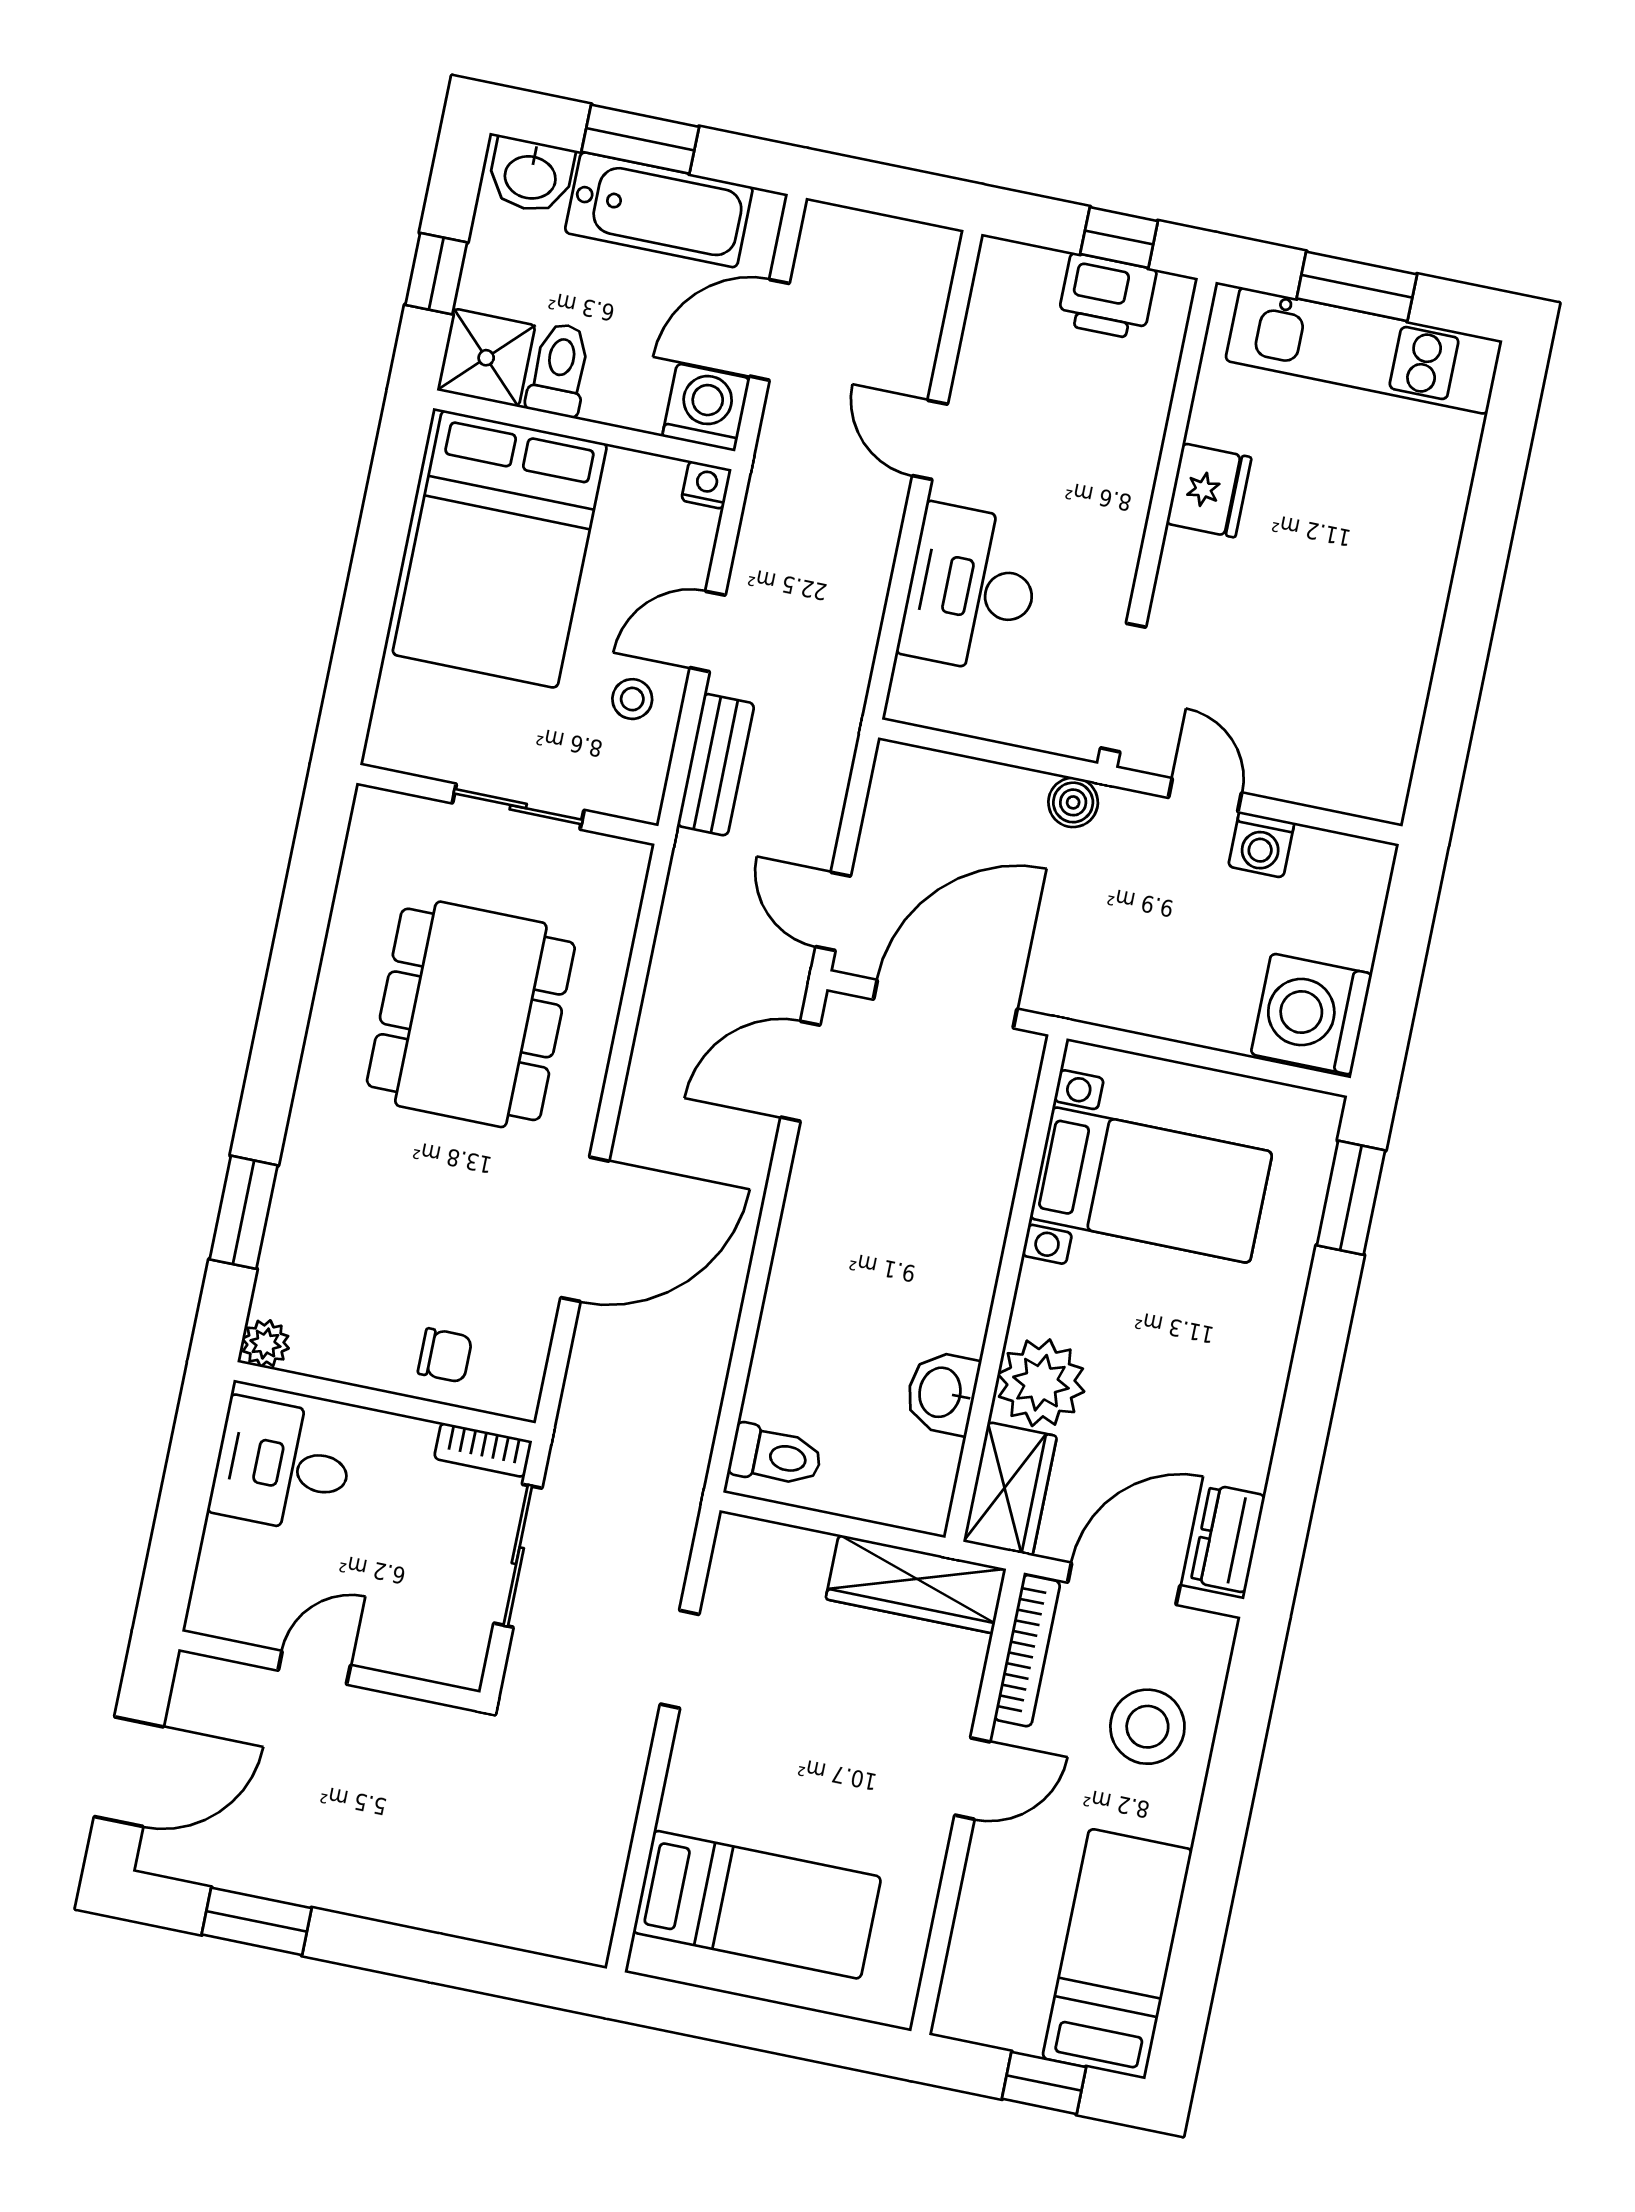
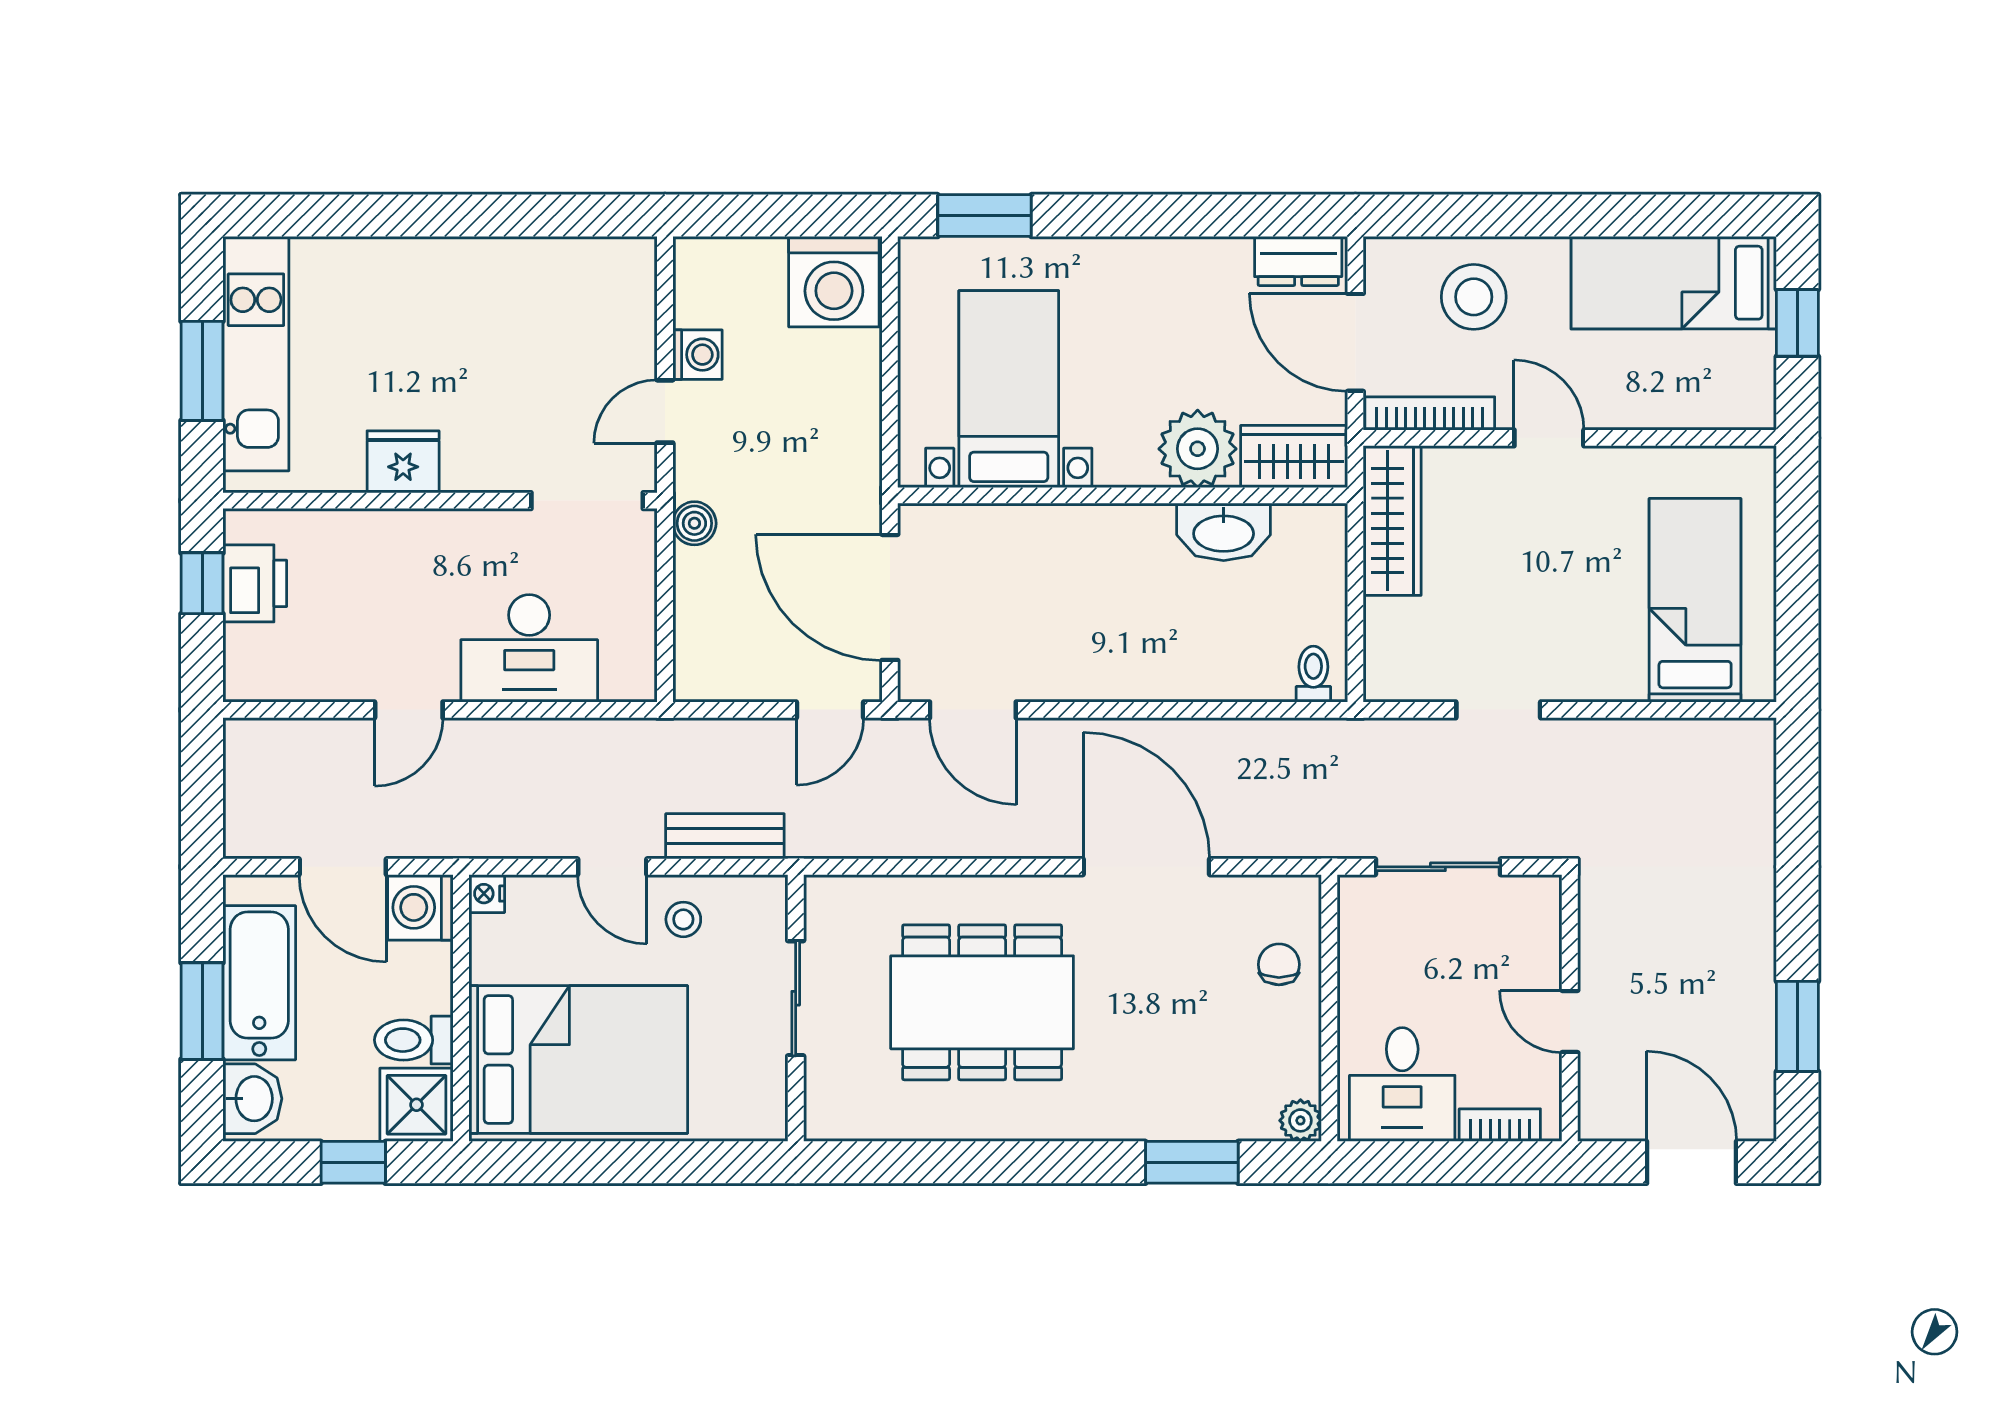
washbasin: (942, 1393) -> (1224, 532), width x1.38
bookcase: (483, 1450) -> (1500, 1125), moved, turned -90
toilet: (776, 1456) -> (1313, 674), width x0.73, depth x0.72

